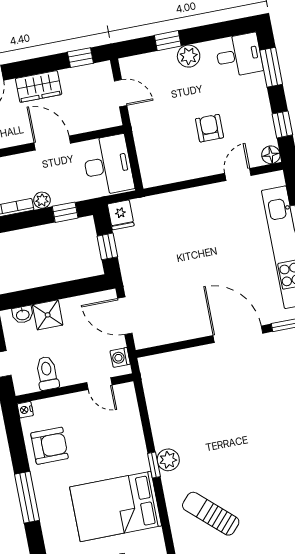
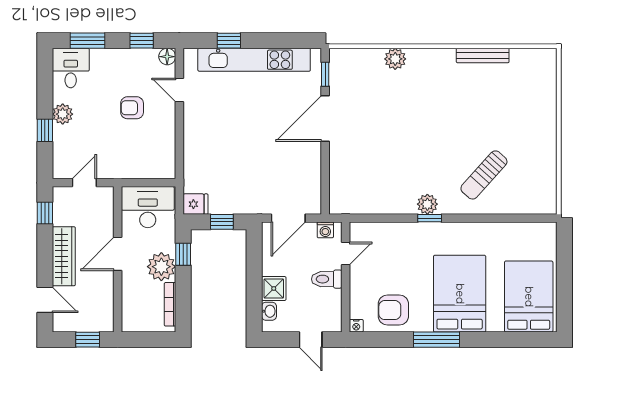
wardrobe: (39, 86) -> (64, 256), width x1.50
plant: (42, 200) -> (161, 267), width x1.87, depth x1.87
toilet: (47, 373) -> (327, 279), moved
armchair: (49, 446) -> (393, 310), turned -90
bed: (116, 506) -> (460, 294), moved, turned 180

